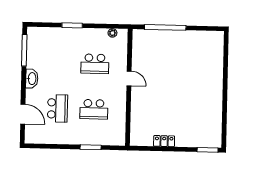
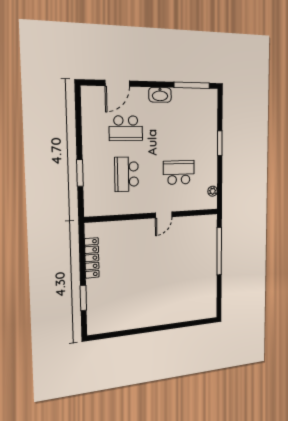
school desk: (95, 64) -> (179, 172), turned 90
locker: (164, 141) -> (92, 258), width x1.53
window: (208, 150) -> (83, 298), moved

